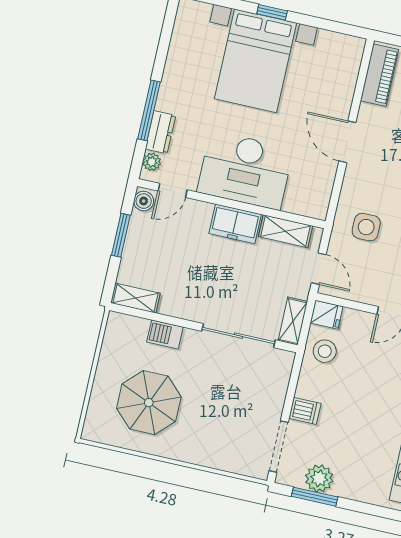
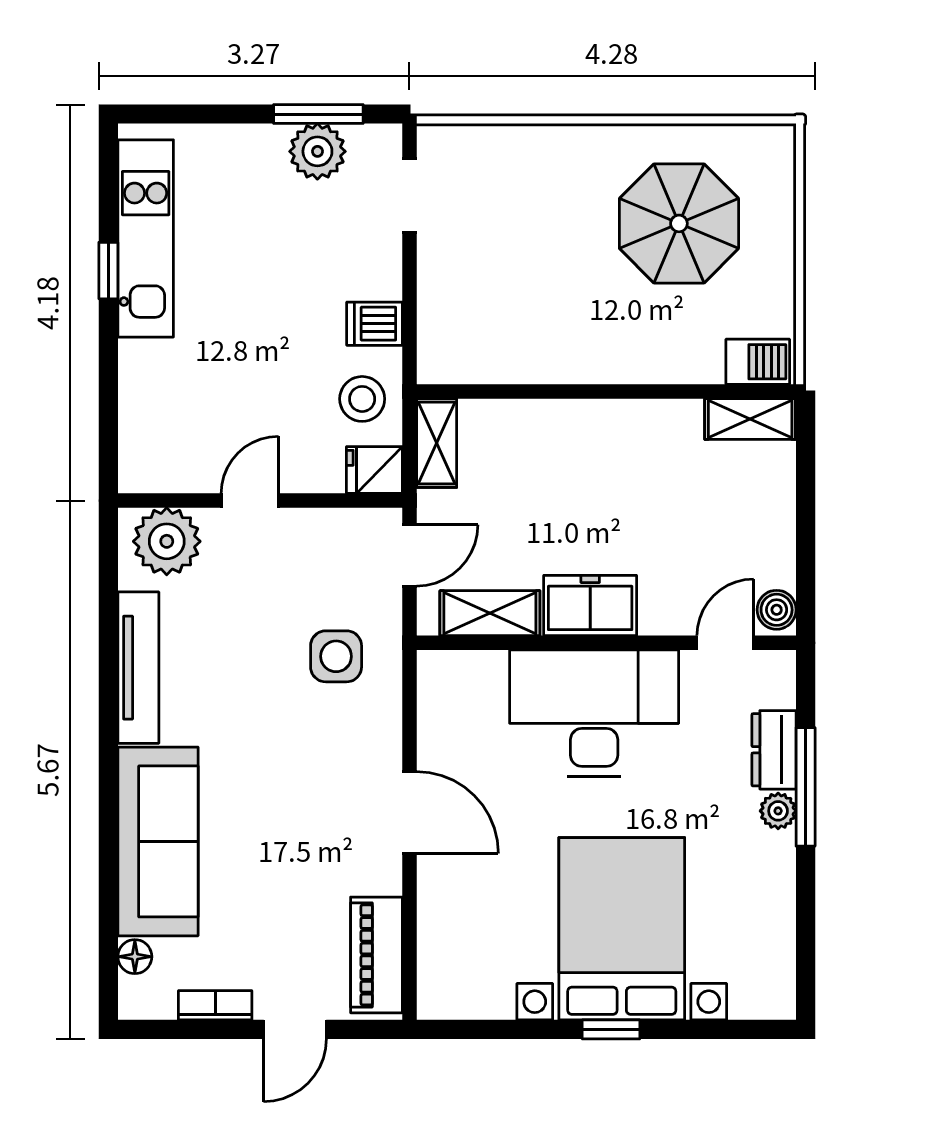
plant: (152, 162) -> (778, 811), moved
window: (121, 235) -> (806, 534), removed
door: (319, 269) -> (410, 555), swing flipped
barbecue: (165, 334) -> (758, 362), moved
sliding door: (238, 336) -> (535, 391), removed
dishwasher: (305, 411) -> (375, 324), moved
doorway: (279, 447) -> (410, 195), width x0.73

